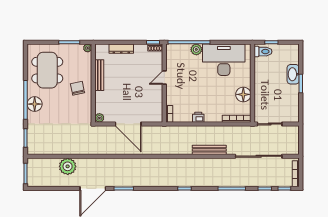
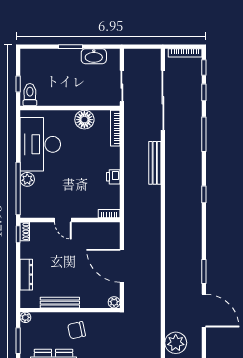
washbasin: (293, 74) -> (94, 56), moved
door: (128, 124) -> (122, 266), swing flipped

